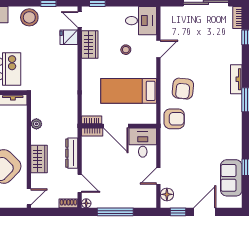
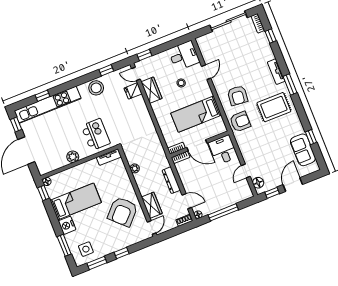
rug: (218, 118) -> (274, 107), added
wardrobe: (39, 159) -> (152, 205), moved

